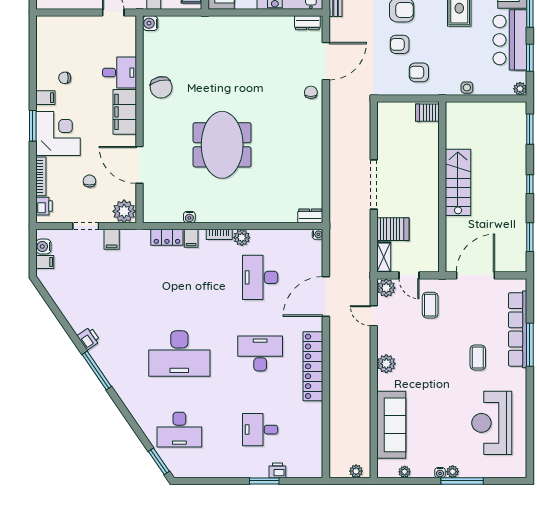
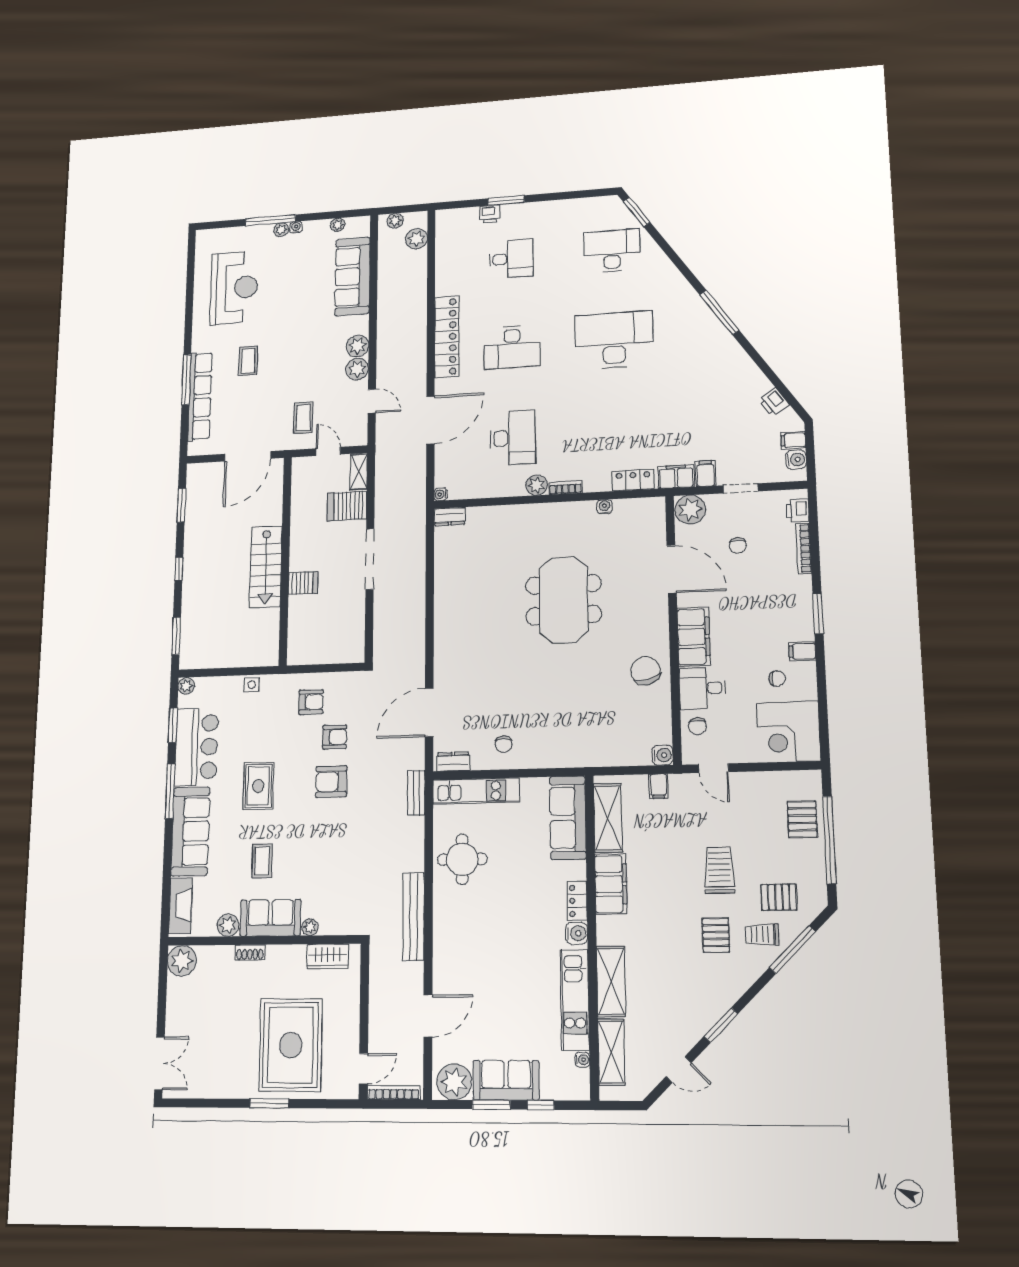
chair: (124, 44) -> (697, 726), added
chair: (311, 92) -> (504, 744), moved
server rack: (427, 113) -> (303, 583), moved
corner desk: (58, 134) -> (789, 732), moved
filing cabinet: (191, 238) -> (676, 477), moved, width x2.00
plant: (386, 288) -> (357, 369), moved
printer: (89, 338) -> (774, 402), moved
plant: (338, 454) -> (416, 239), added

